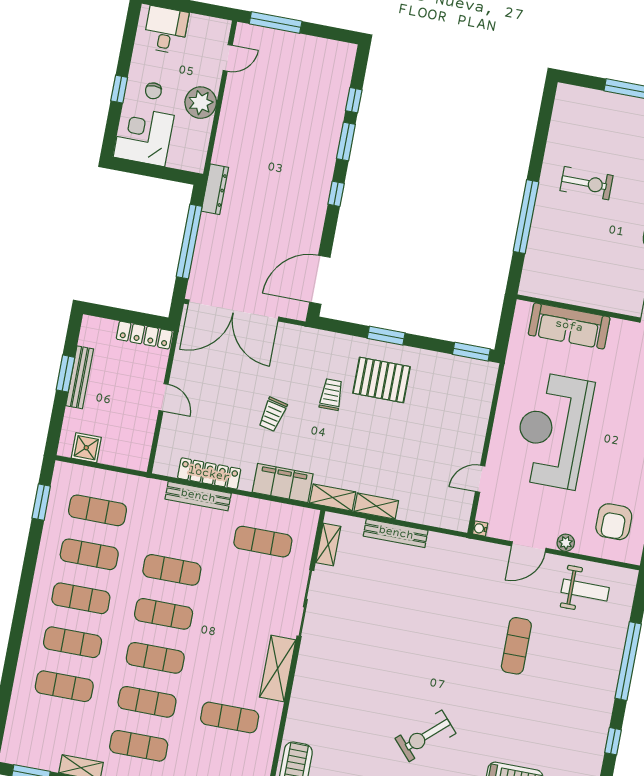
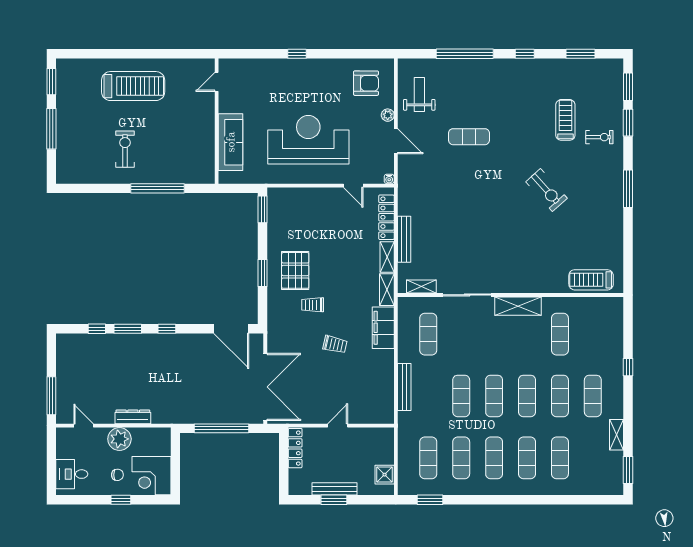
dresser: (215, 189) -> (133, 417), moved
reception desk: (553, 430) -> (308, 140), turned 180
locker: (209, 474) -> (386, 217), moved

